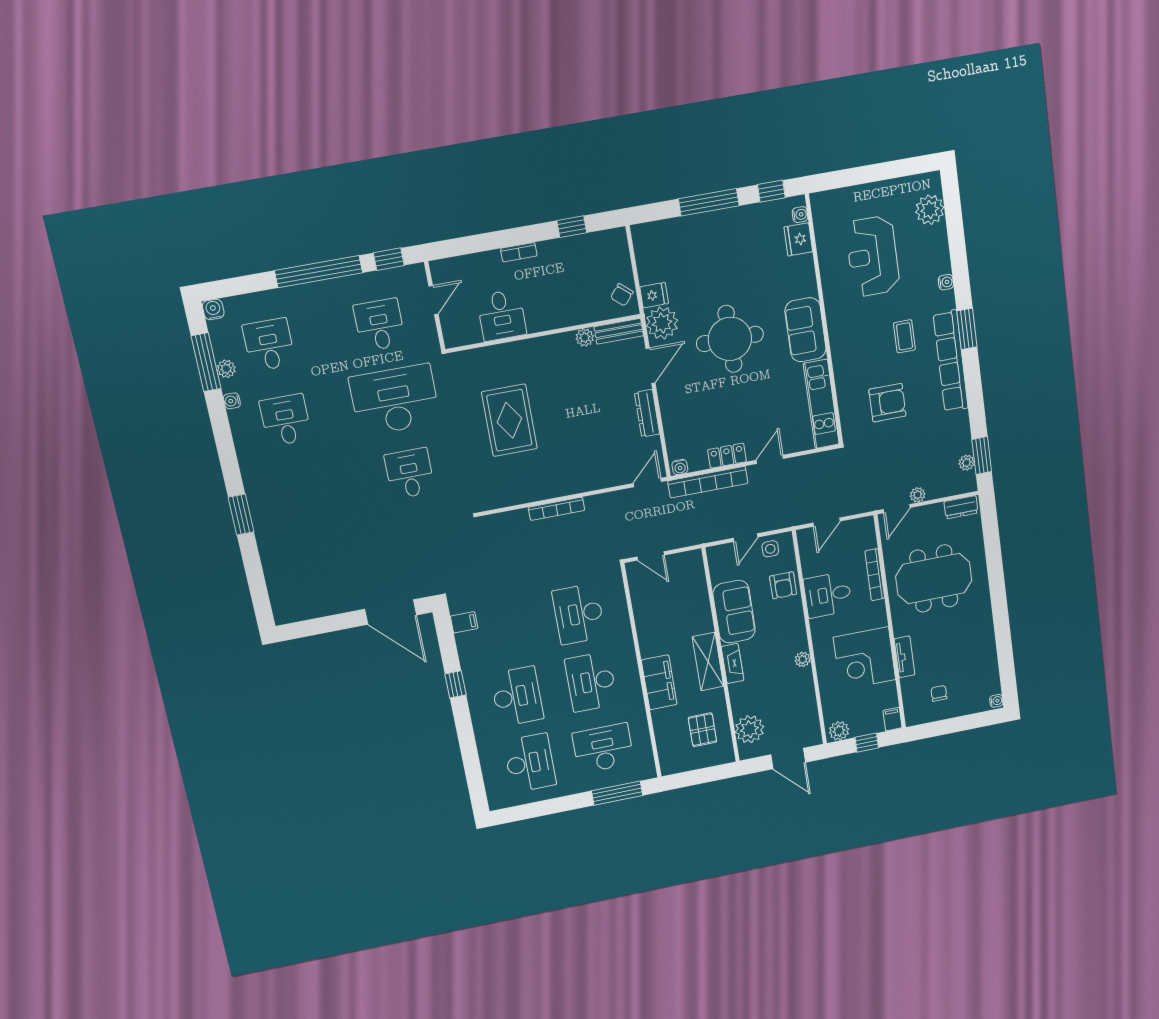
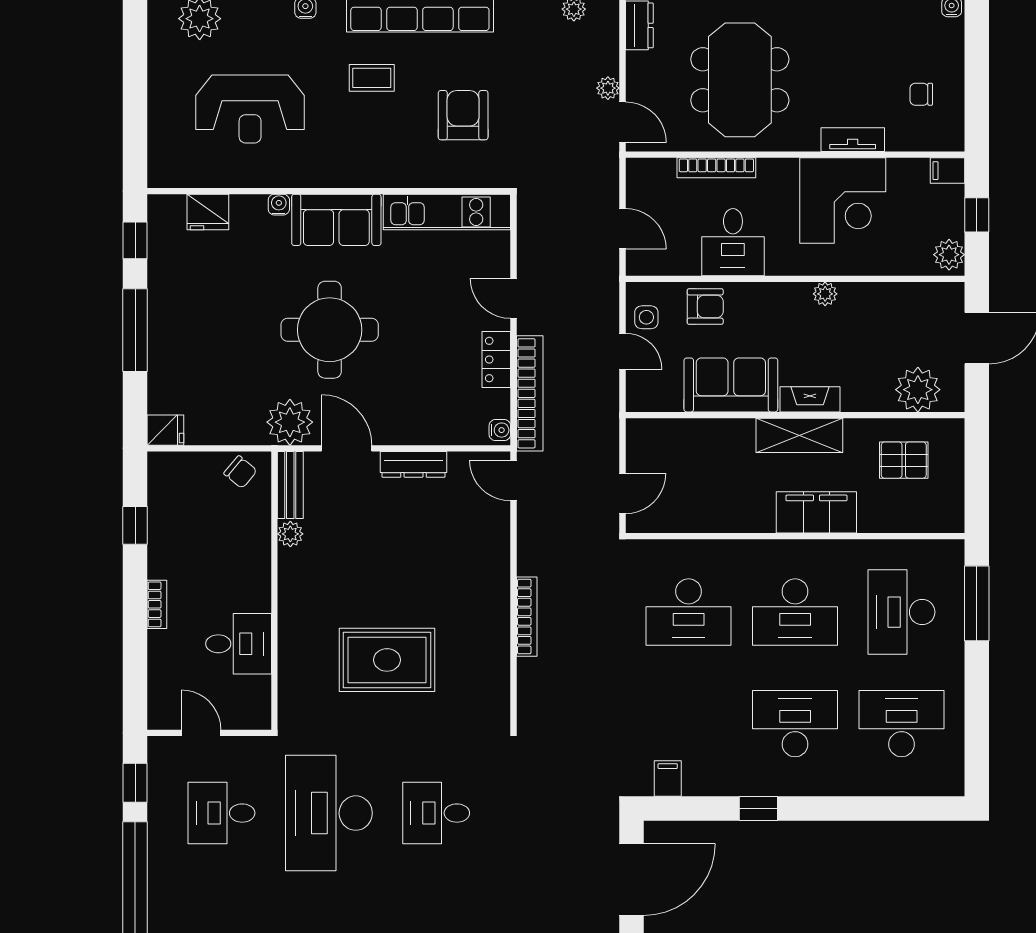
water cooler: (800, 215) -> (279, 205), moved
fridge: (654, 295) -> (165, 430), moved, turned 90

